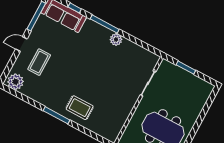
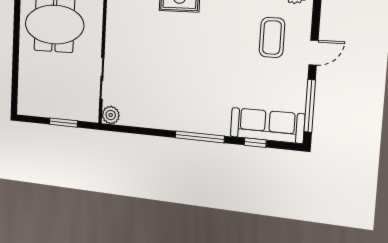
plant: (116, 39) -> (111, 115), moved

